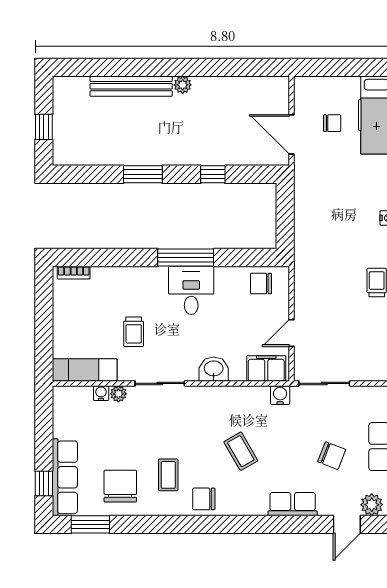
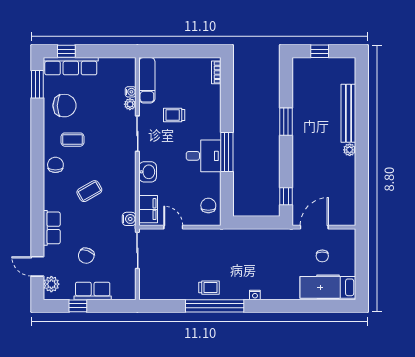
window: (213, 174) -> (286, 196), moved

